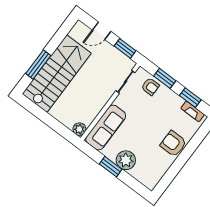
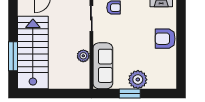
plant: (79, 129) -> (83, 56), moved

